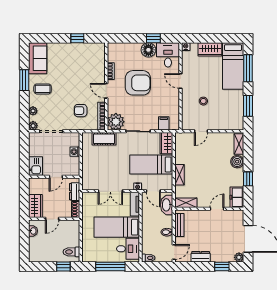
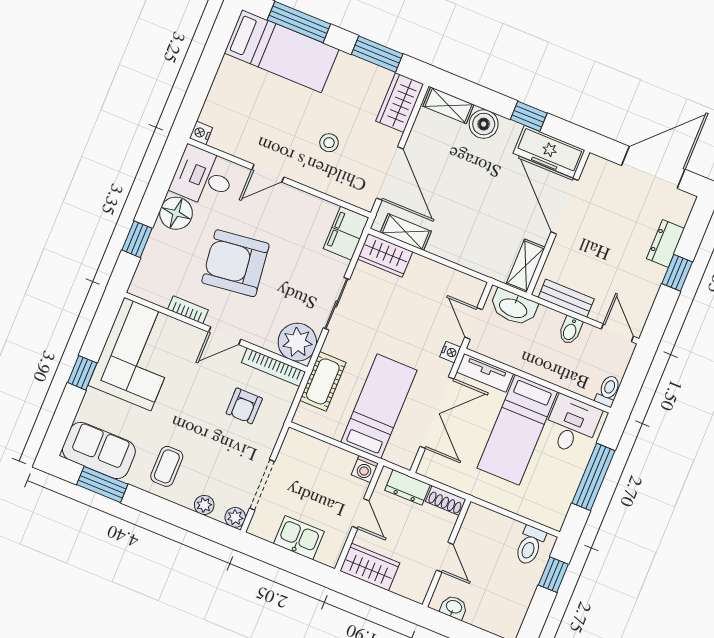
window: (77, 38) -> (82, 373), moved
window: (153, 38) -> (137, 239), moved
wardrobe: (210, 49) -> (400, 103), moved, turned 180
corner sofa: (84, 58) -> (137, 354), added
window: (24, 80) -> (102, 484), moved
armchair: (138, 83) -> (235, 263), turned -97
filing cabinet: (164, 123) -> (346, 233), width x2.00
door: (201, 131) -> (390, 173), width x1.88
washing machine: (75, 152) -> (365, 469), moved
bed: (151, 164) -> (379, 406), moved, turned 180
kitchen sink: (36, 166) -> (299, 538), moved
shelving: (180, 175) -> (406, 232), moved
double door: (110, 191) -> (437, 413), width x1.37
door: (153, 191) -> (474, 323), swing flipped
freezer: (237, 197) -> (549, 152), width x1.40
wardrobe: (35, 206) -> (370, 567), moved
door: (217, 209) -> (565, 206), width x1.87
dresser: (201, 257) -> (665, 244), moved
plant: (239, 257) -> (684, 202), removed
window: (222, 266) -> (677, 273), moved

